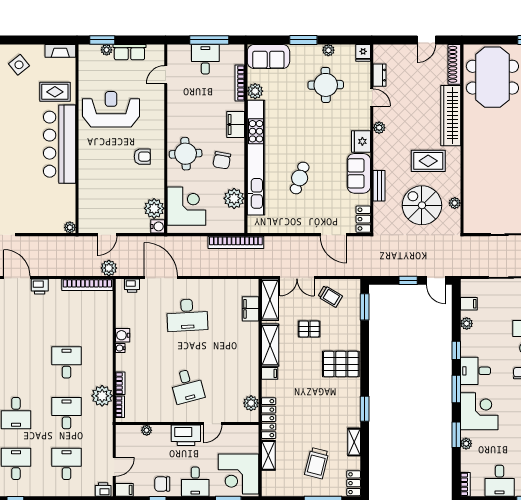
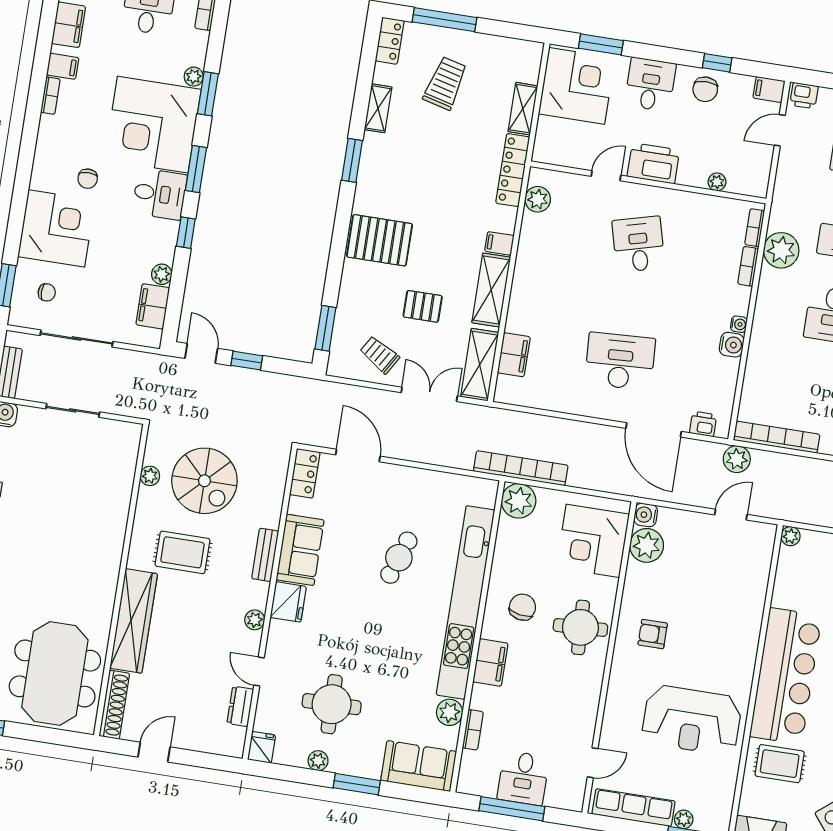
row of seats: (129, 52) -> (634, 808), width x1.48
bookcase: (240, 83) -> (473, 730), width x0.64
bench: (379, 186) -> (265, 555), moved
plant: (234, 198) -> (519, 501), moved
filing cabinet: (469, 304) -> (153, 306), width x2.00
corner desk: (479, 411) -> (153, 125), width x1.36, depth x1.36
chair: (162, 484) -> (705, 89), turned 90

